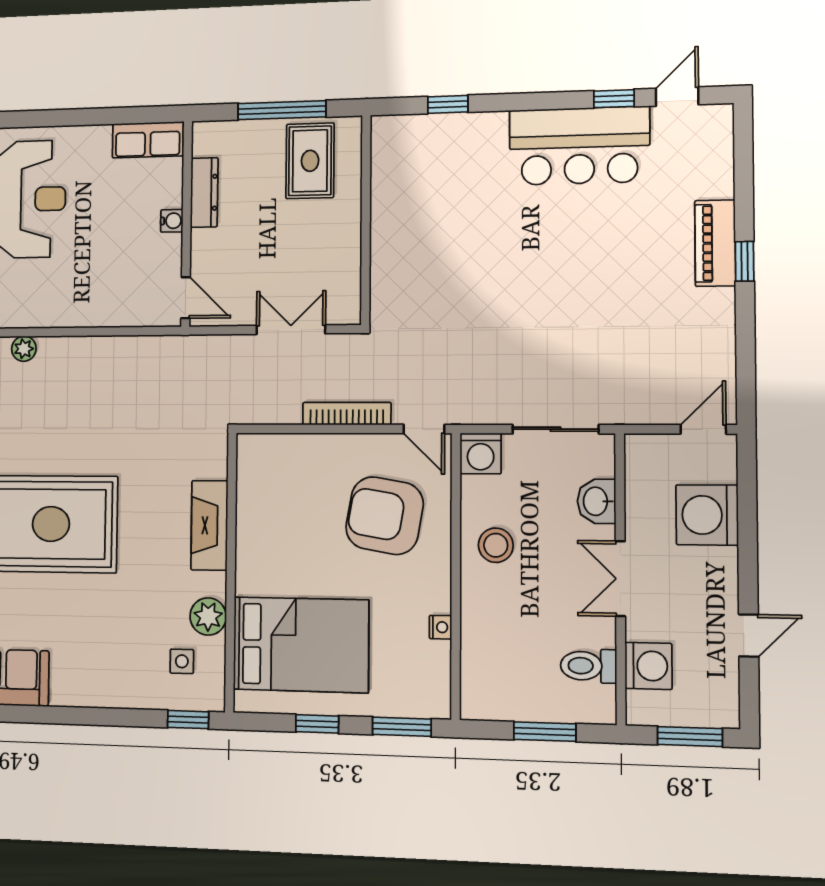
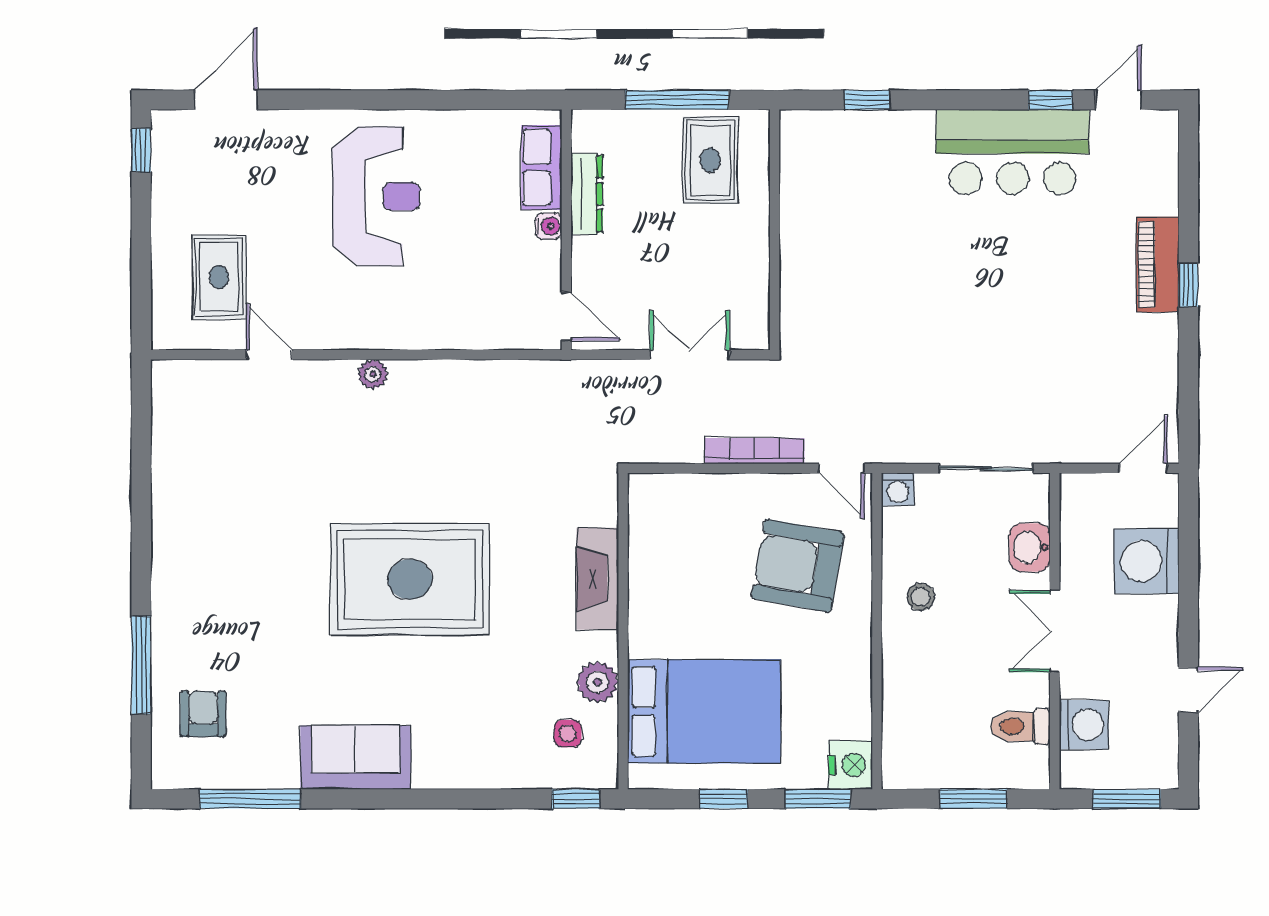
row of seats: (148, 140) -> (542, 167), moved, turned 90
washing machine: (481, 453) -> (898, 489), width x0.73, depth x0.73
stool: (496, 545) -> (921, 597), width x0.73, depth x0.73
nightstand: (440, 627) -> (850, 765), moved, width x1.89, depth x1.79

